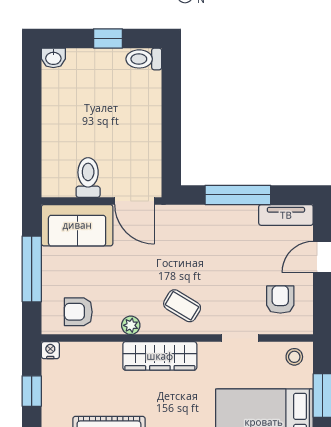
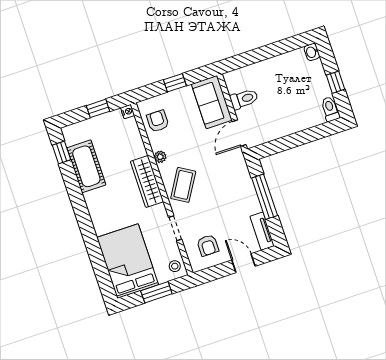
window: (32, 269) -> (175, 83), width x0.46
armchair: (280, 300) -> (208, 245), turned 90
coffee table: (182, 306) -> (183, 185), width x1.36, depth x1.30

